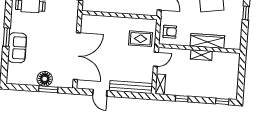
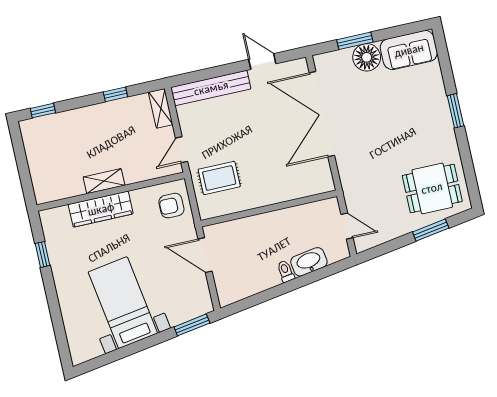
window: (246, 13) -> (42, 254), moved
sofa: (17, 48) -> (409, 50), moved, turned -90

